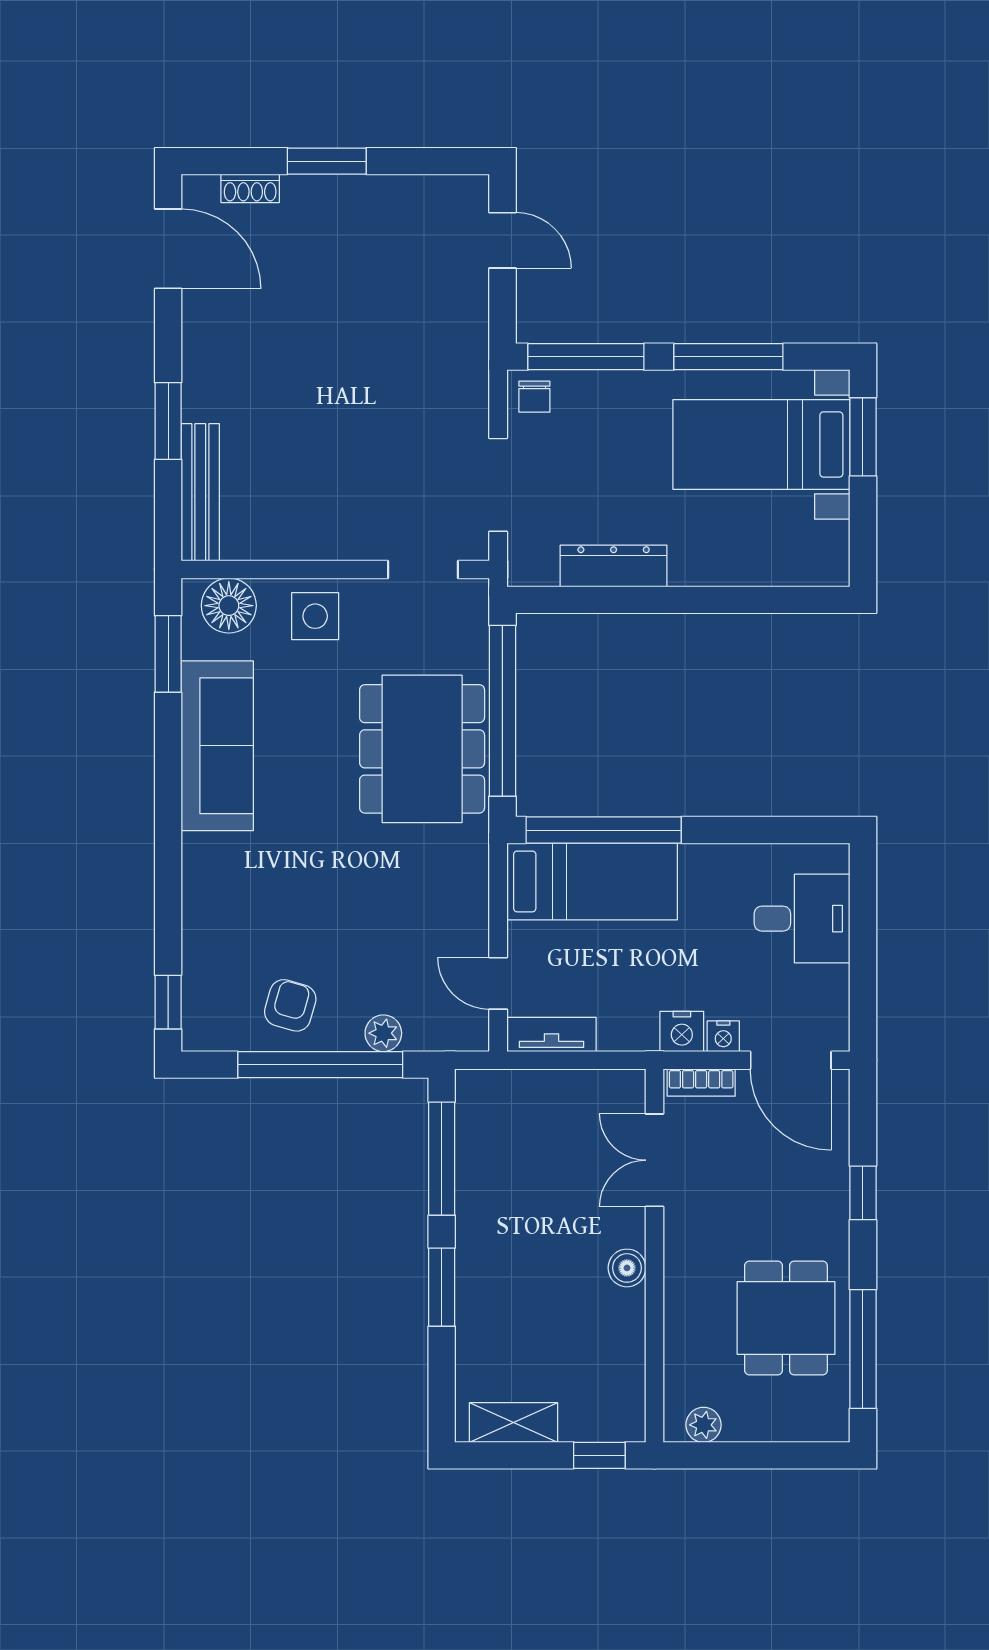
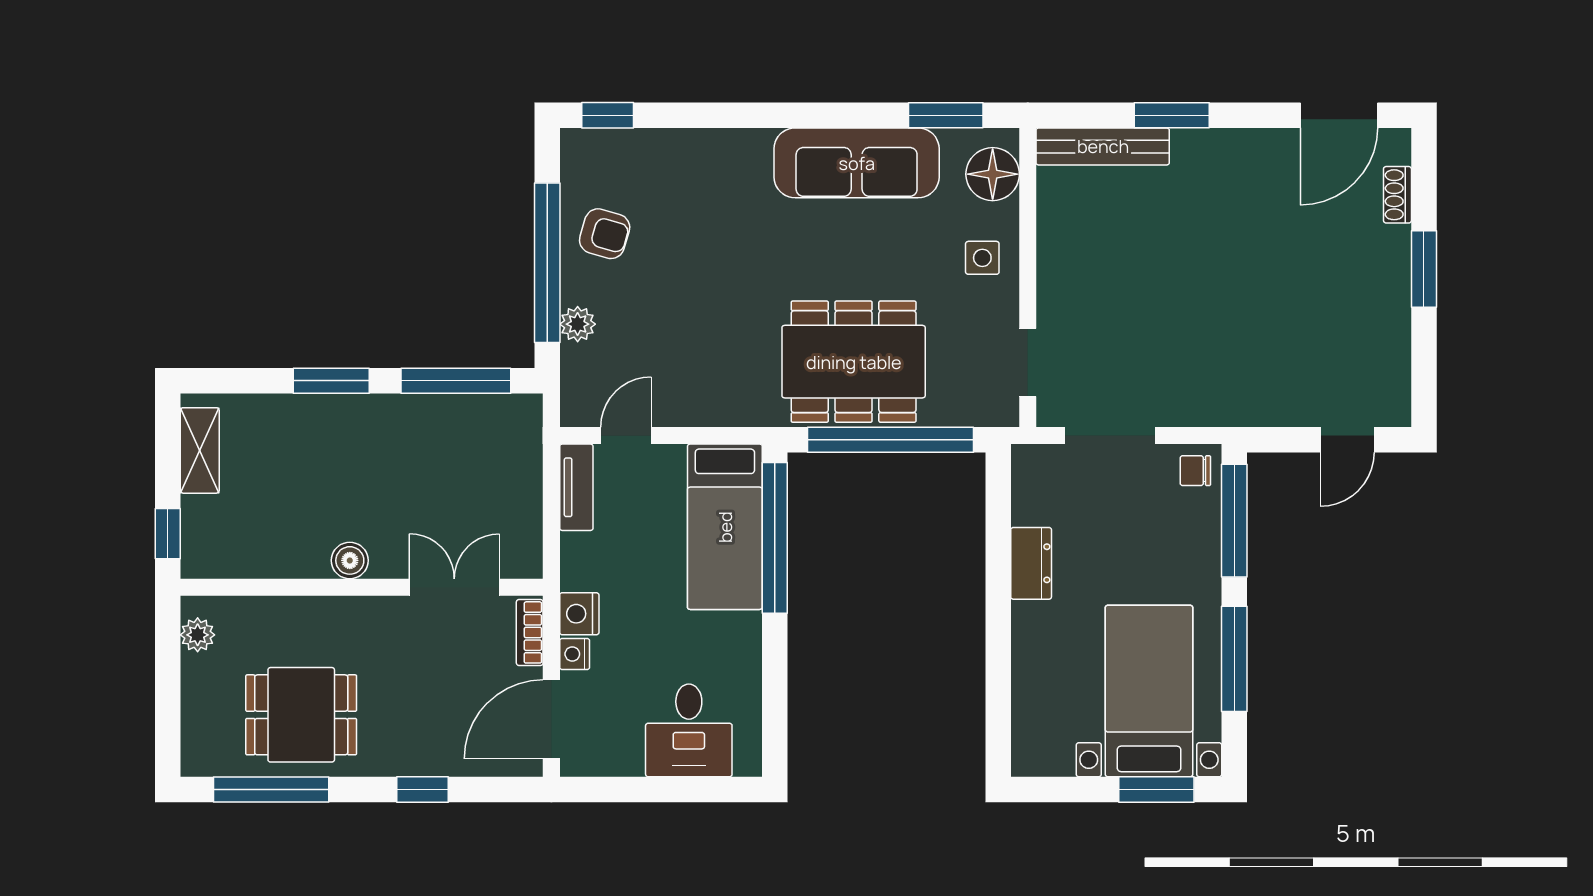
dresser: (614, 566) -> (1031, 563), width x0.70
side table: (315, 616) -> (982, 258), width x0.73, depth x0.73

